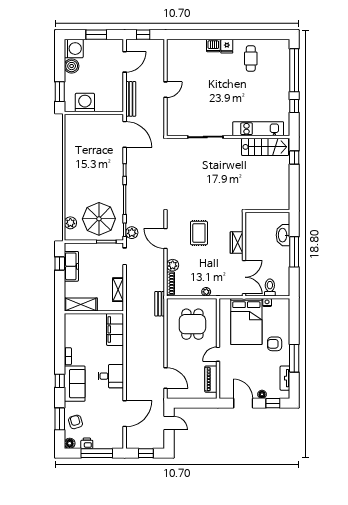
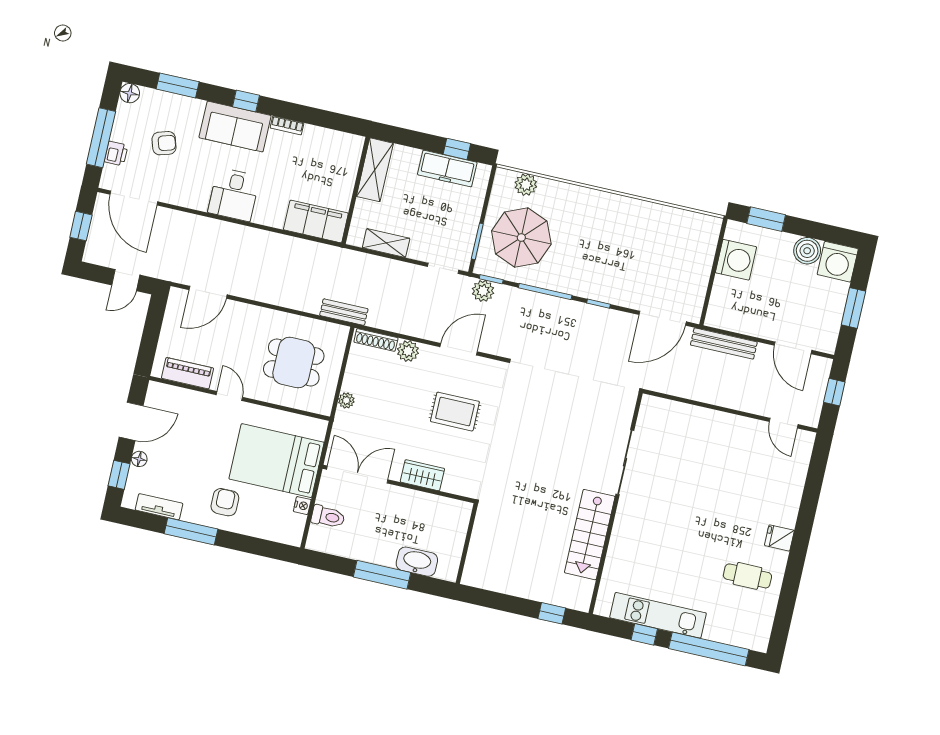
dishwasher: (213, 46) -> (786, 514), removed
door: (166, 90) -> (784, 423), moved
kitchen unit: (258, 129) -> (658, 615), moved, turned -90
stairs: (265, 147) -> (590, 535), moved
double door: (244, 277) -> (357, 475), swing flipped
door: (125, 414) -> (134, 198), moved
armchair: (76, 422) -> (164, 143), moved
printer: (87, 443) -> (116, 153), moved

